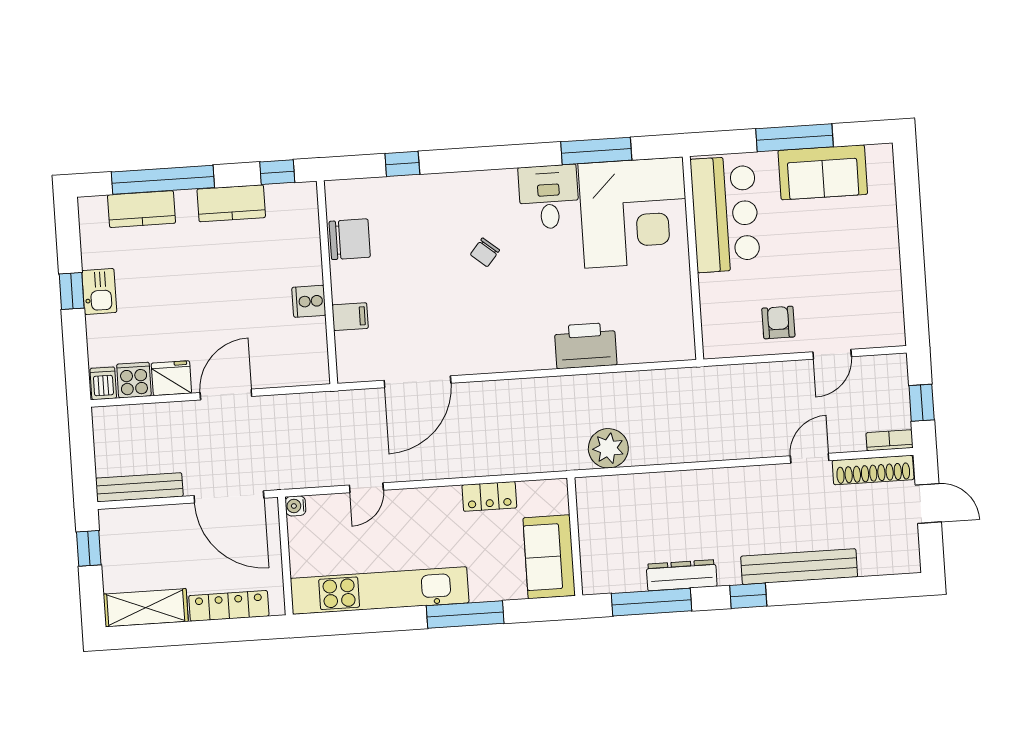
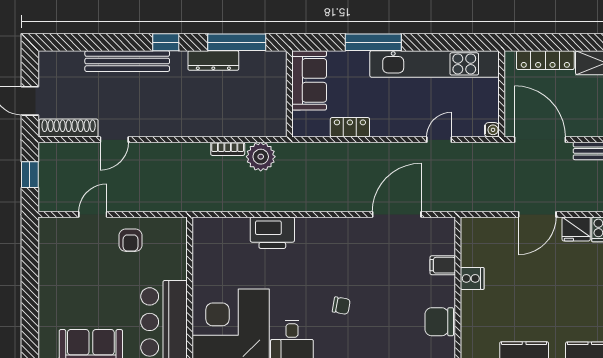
chair: (485, 252) -> (341, 306), turned 60
bookcase: (890, 440) -> (228, 149), moved

